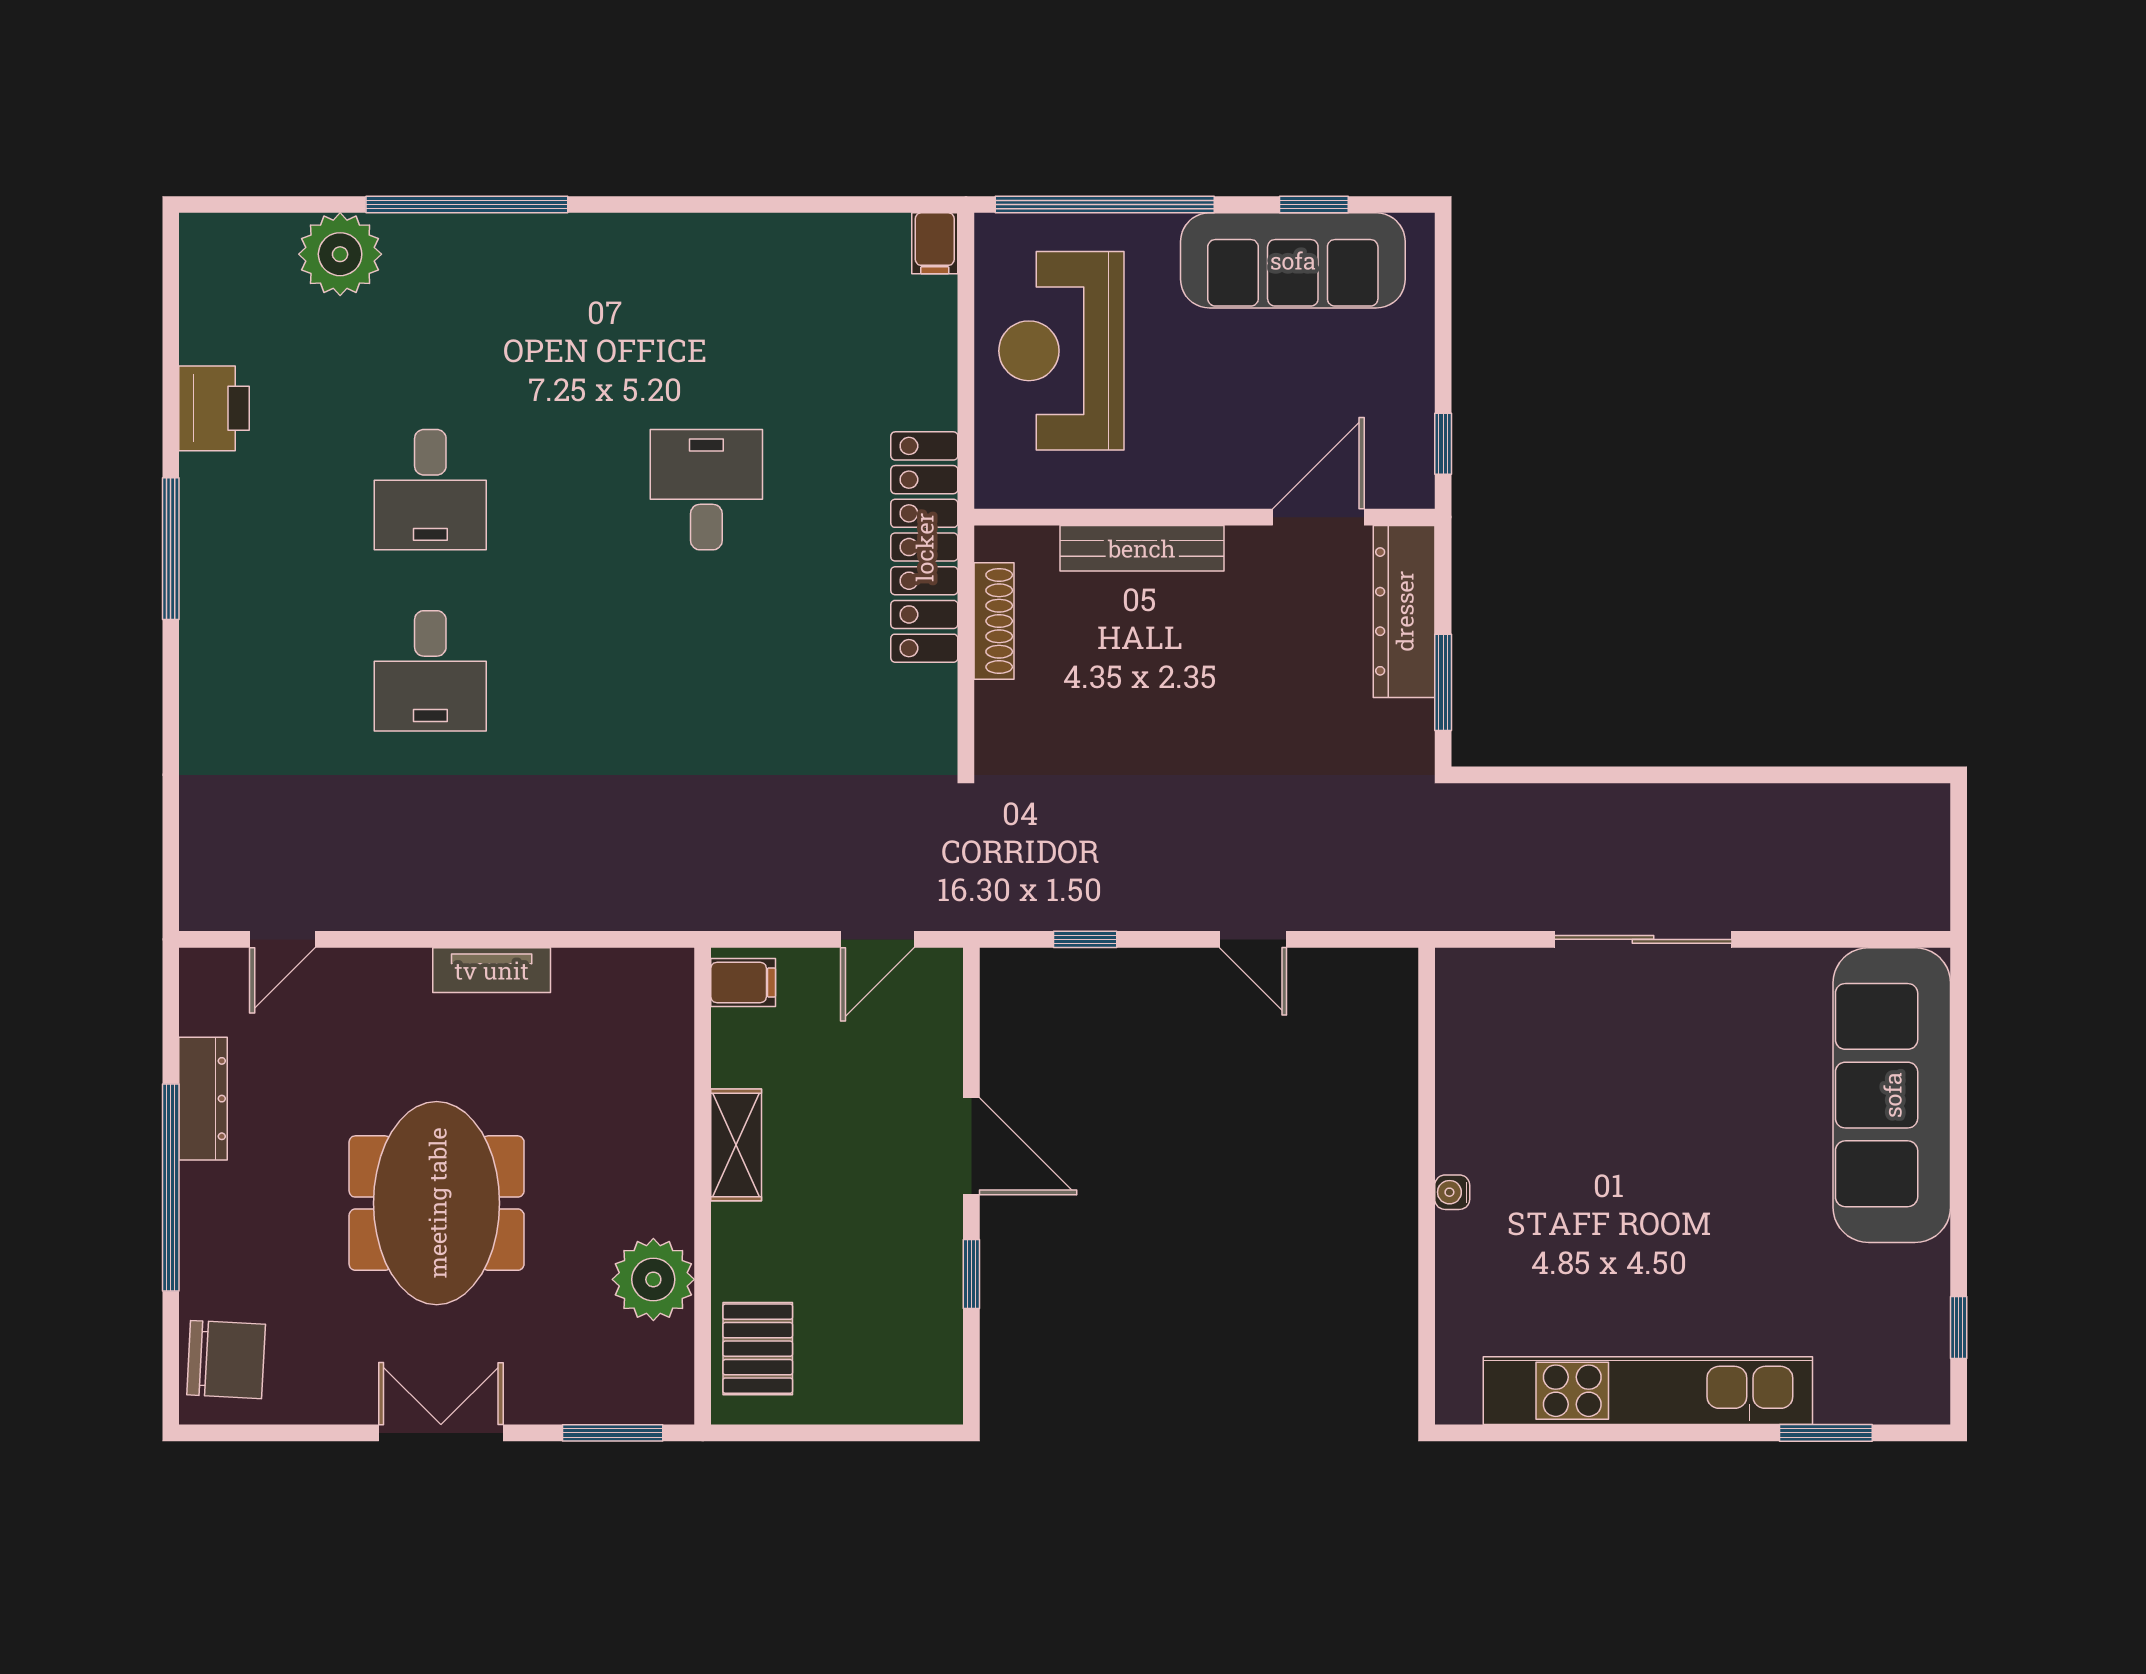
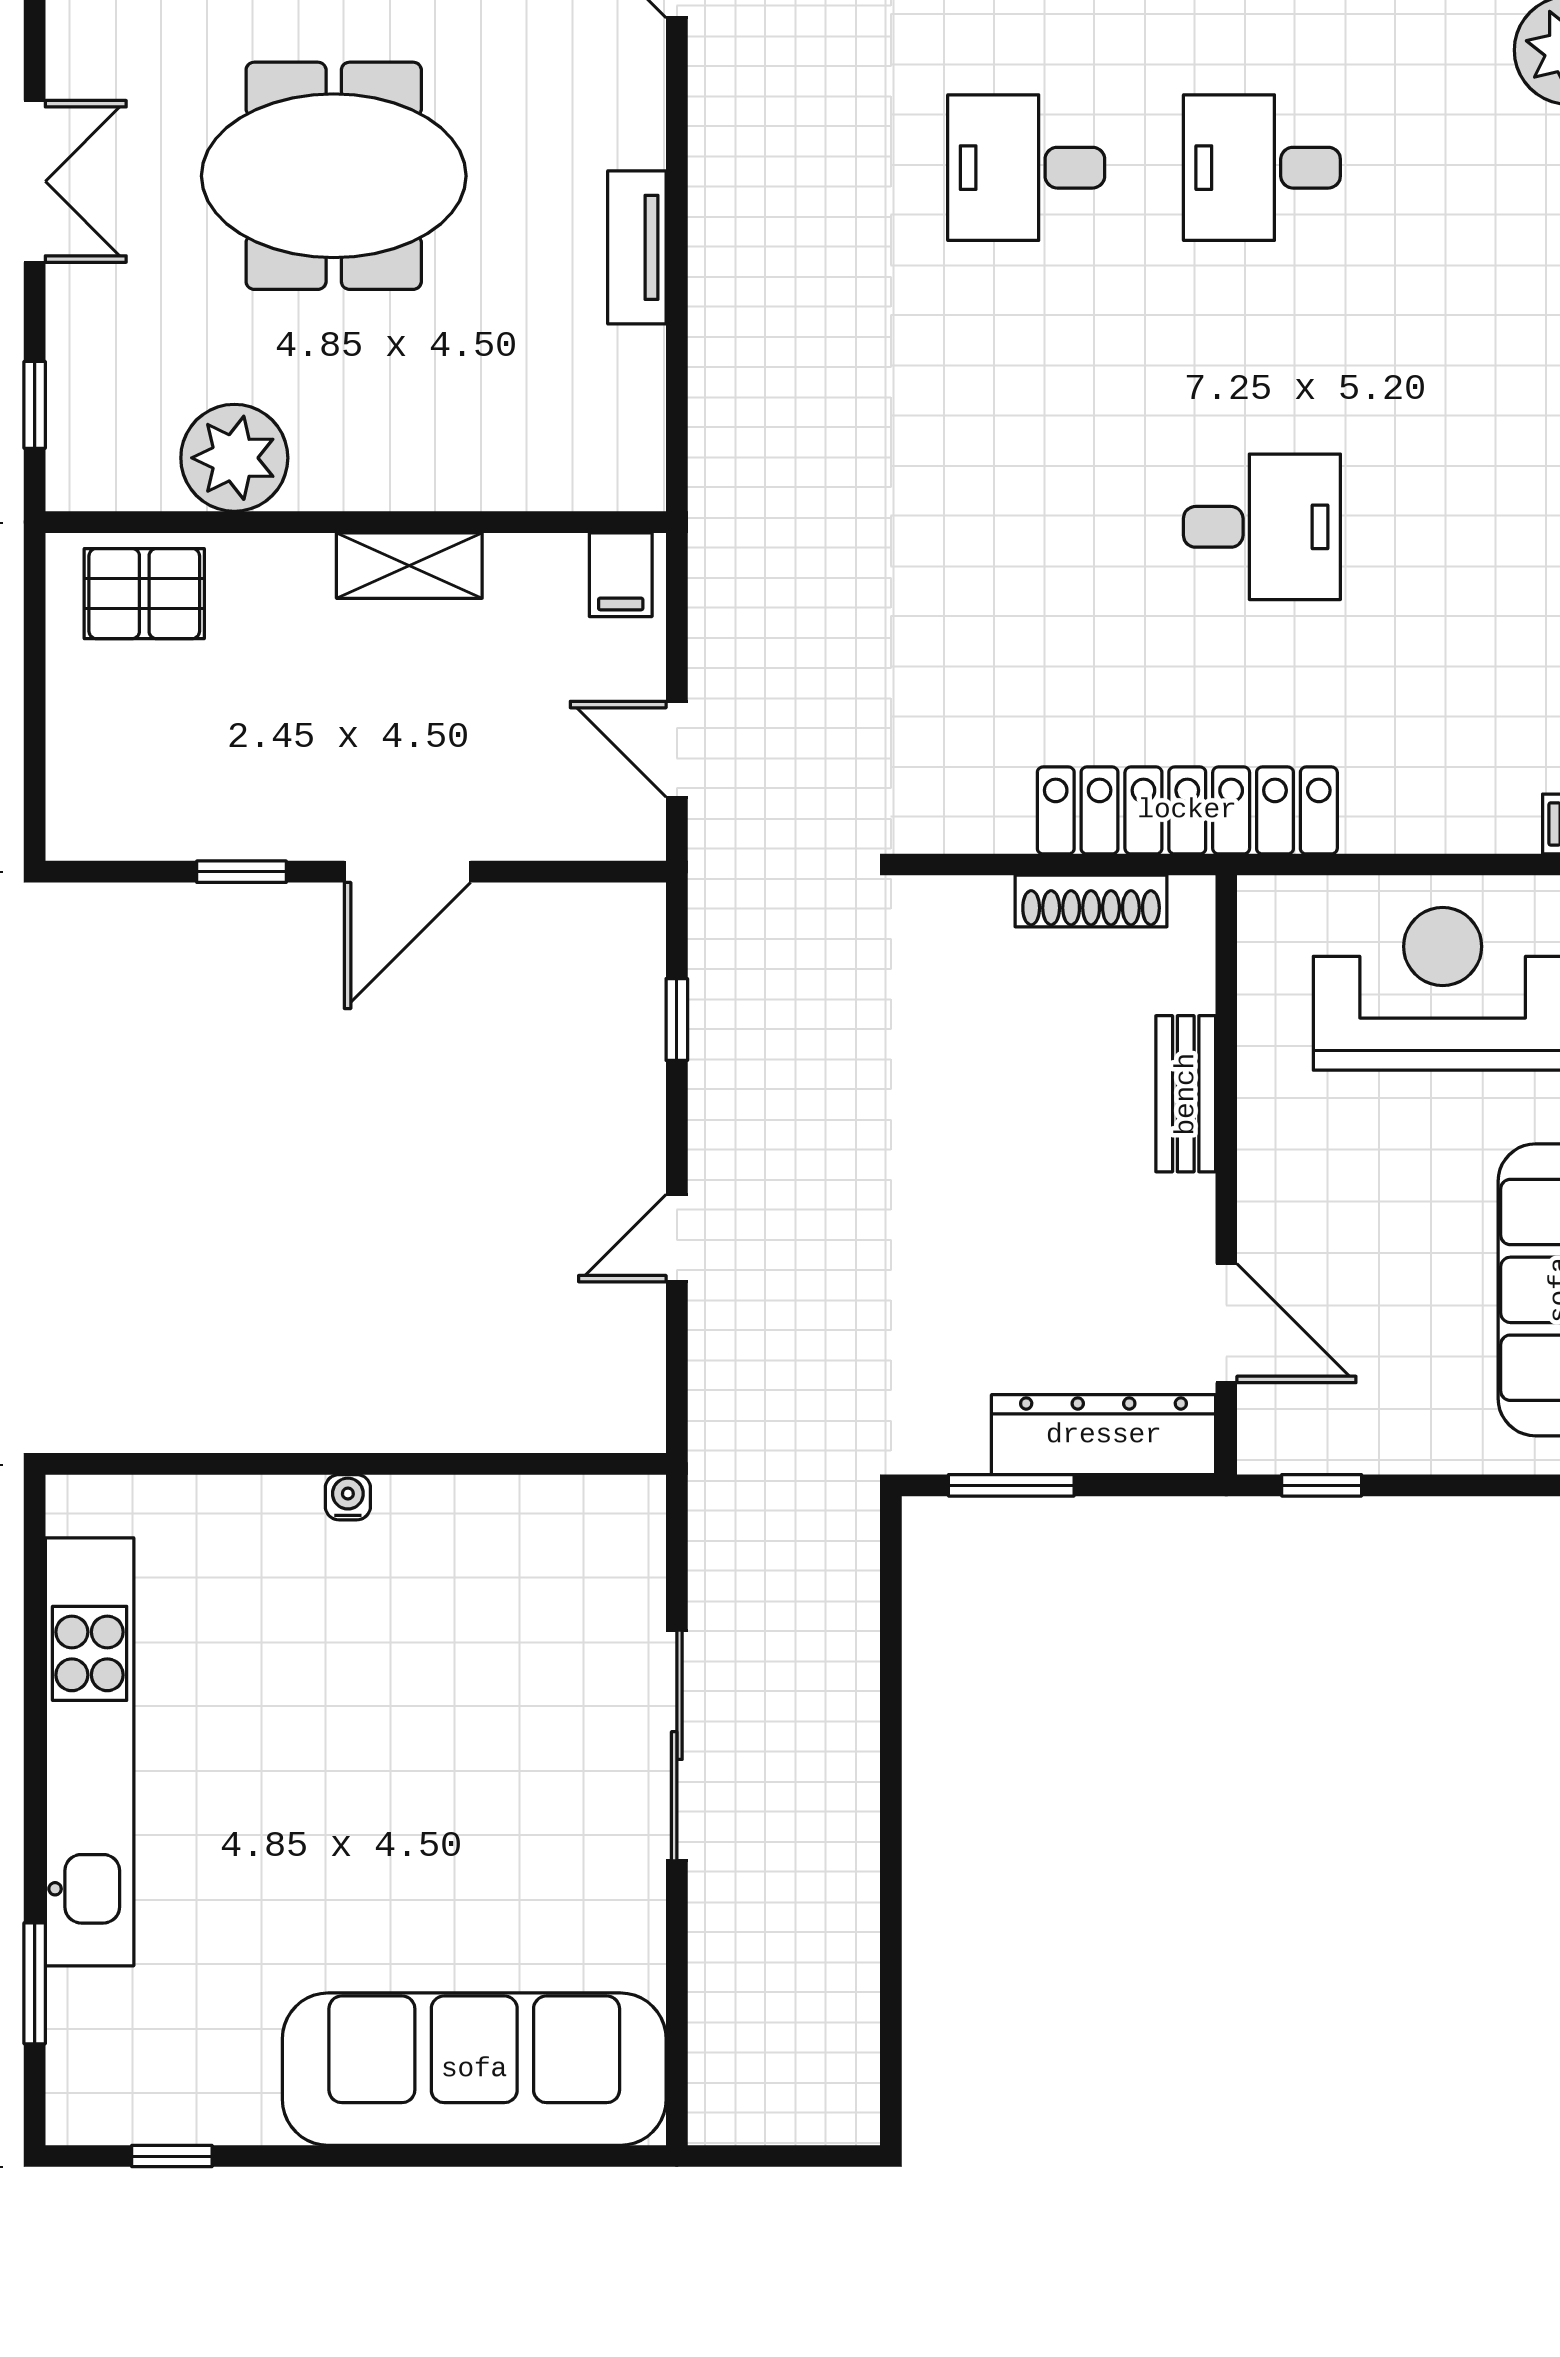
bench: (1142, 548) -> (1186, 1094), width x0.73
window: (613, 1433) -> (35, 405), width x0.67

